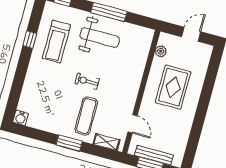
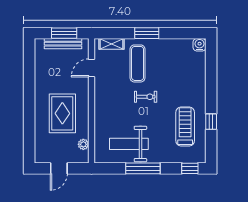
weight bench: (100, 38) -> (129, 144), moved
door: (132, 124) -> (92, 68), hinge flipped

